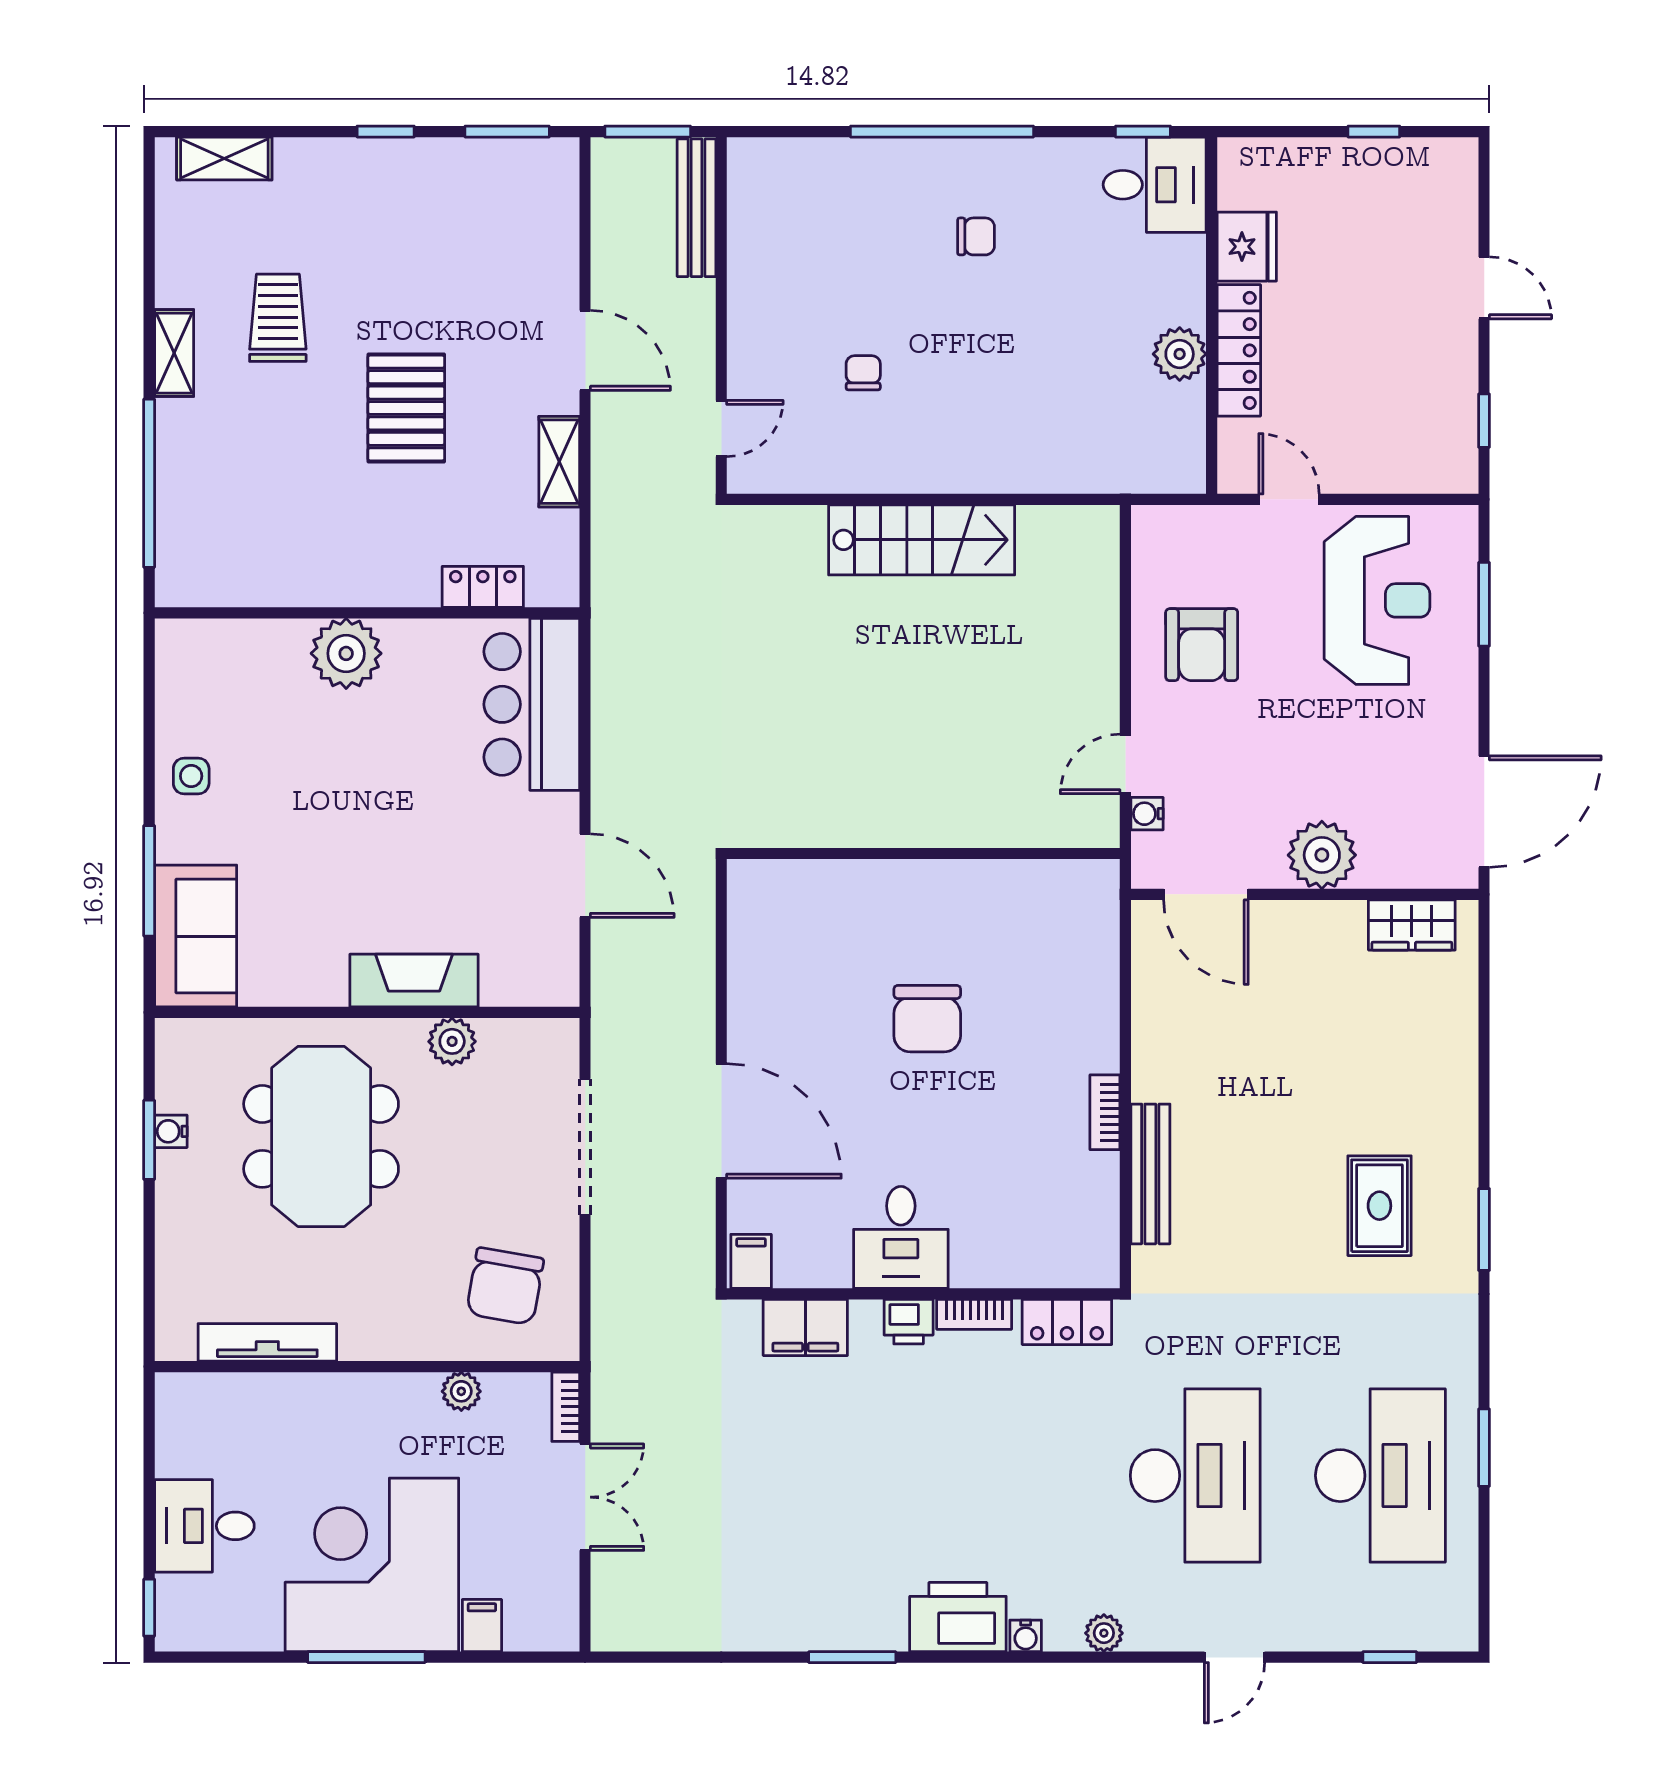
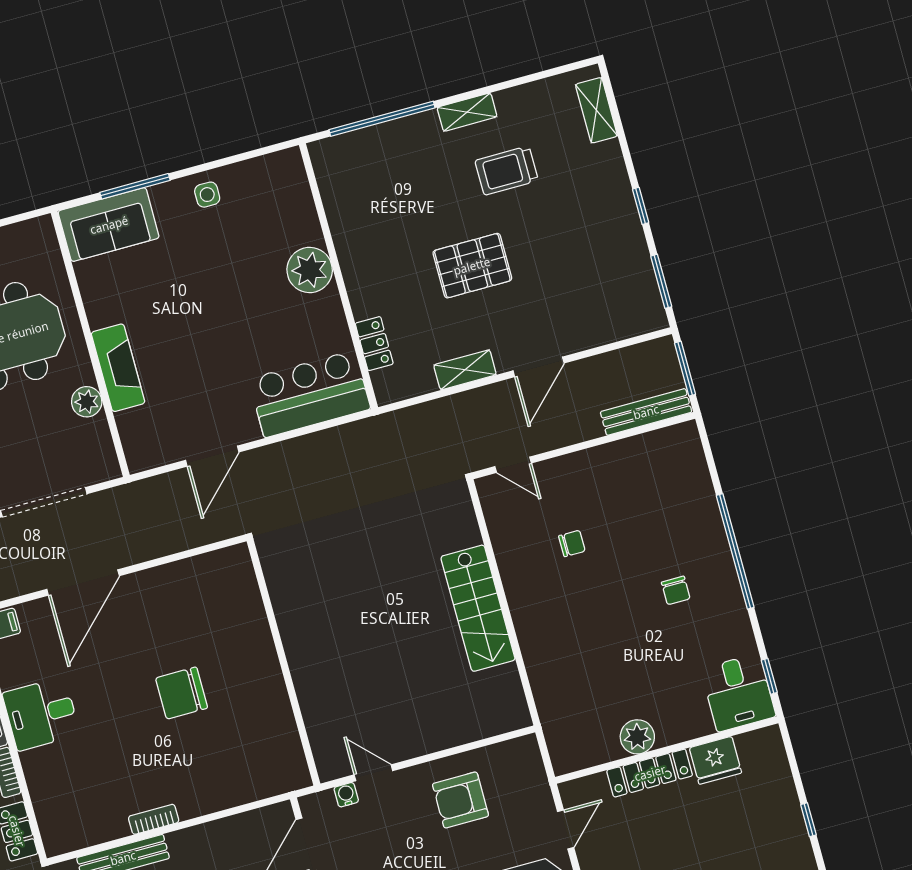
trolley: (278, 318) -> (507, 171), turned 180

